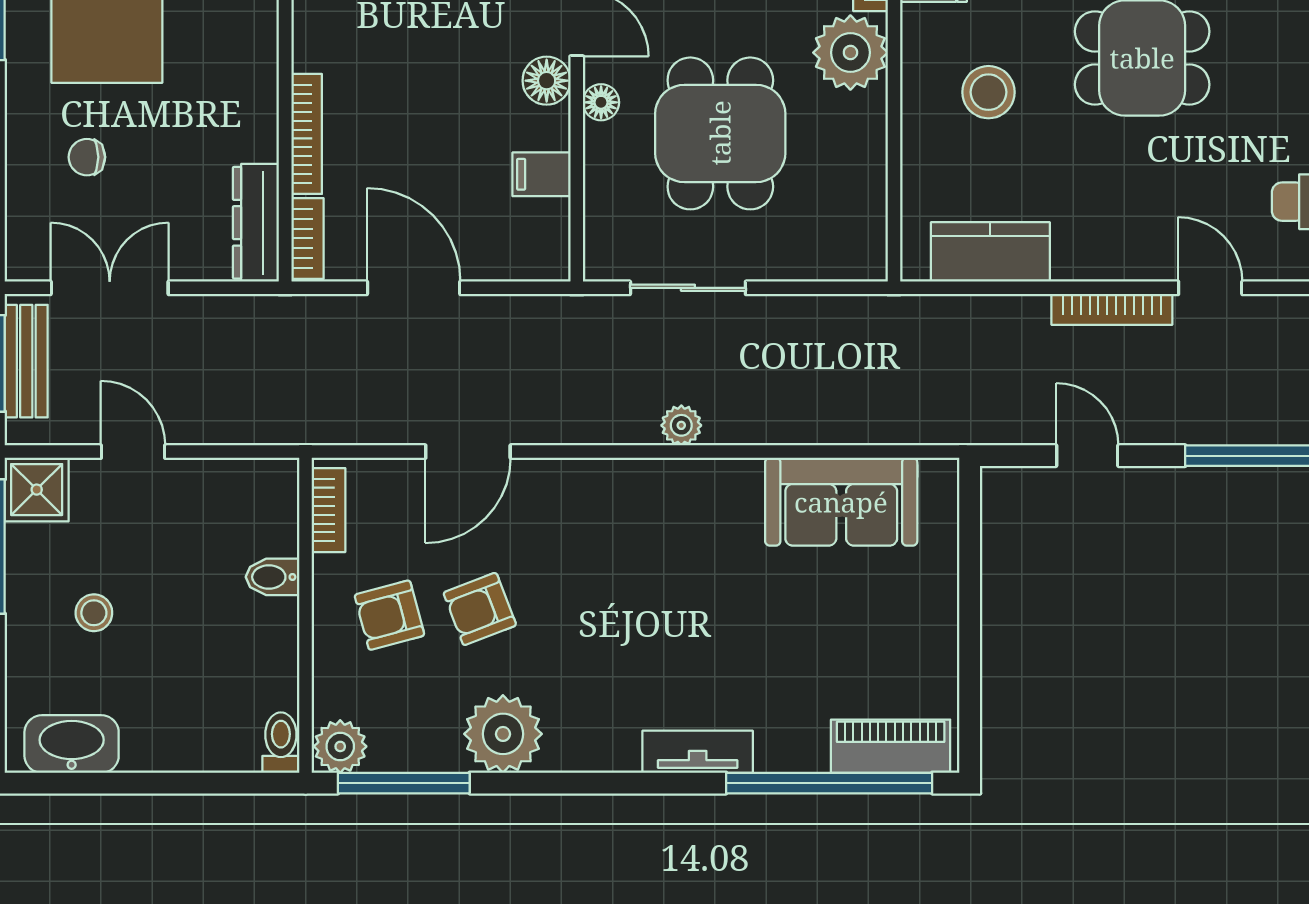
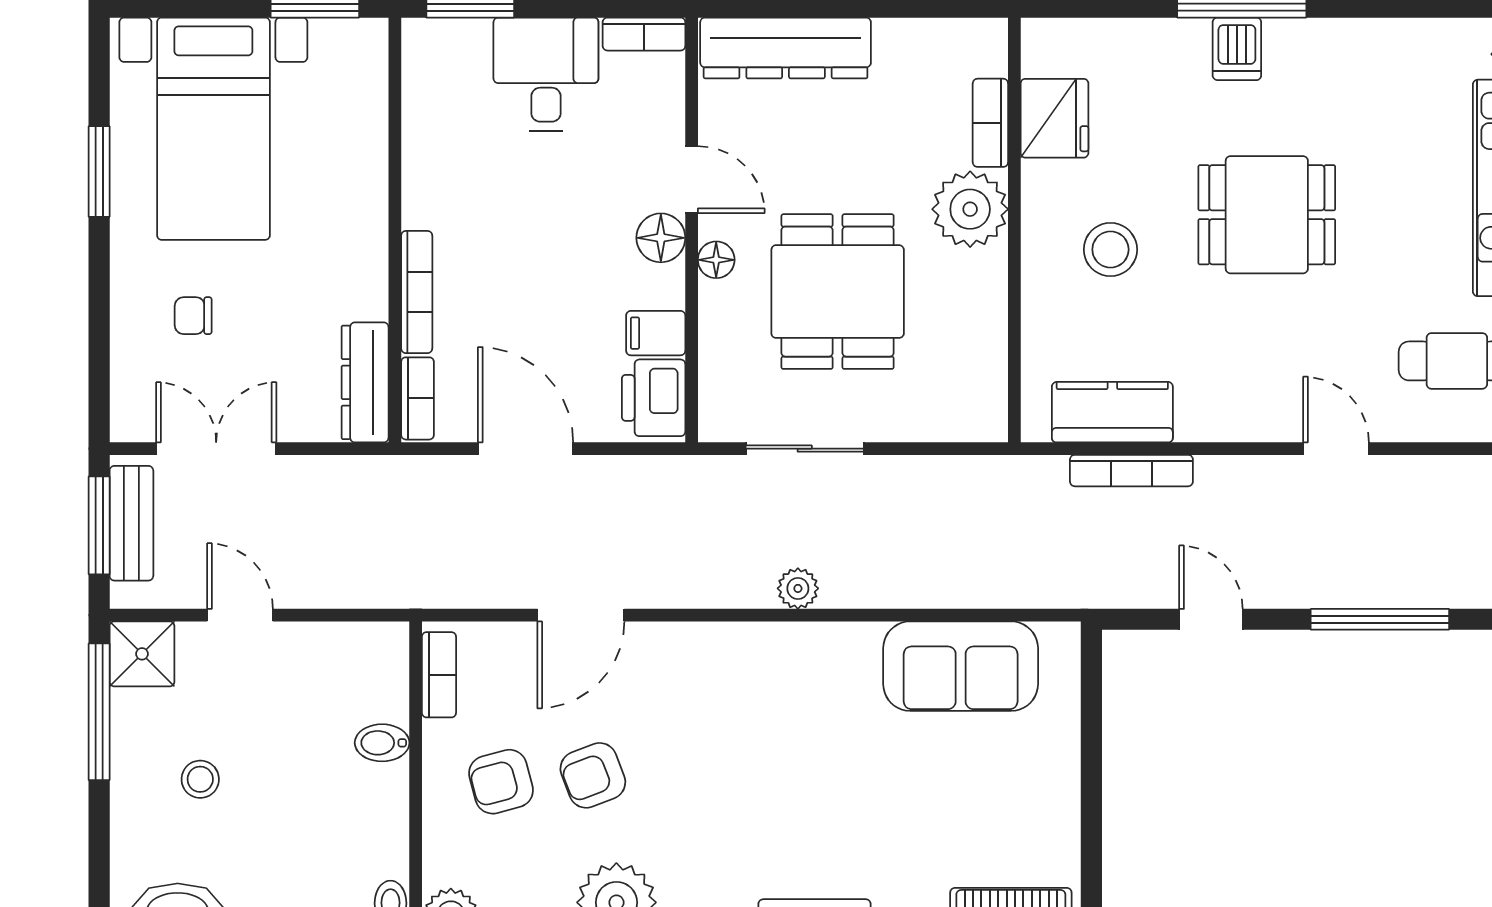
printer: (539, 238) -> (654, 398), added
bookcase: (1112, 309) -> (1131, 471), moved

